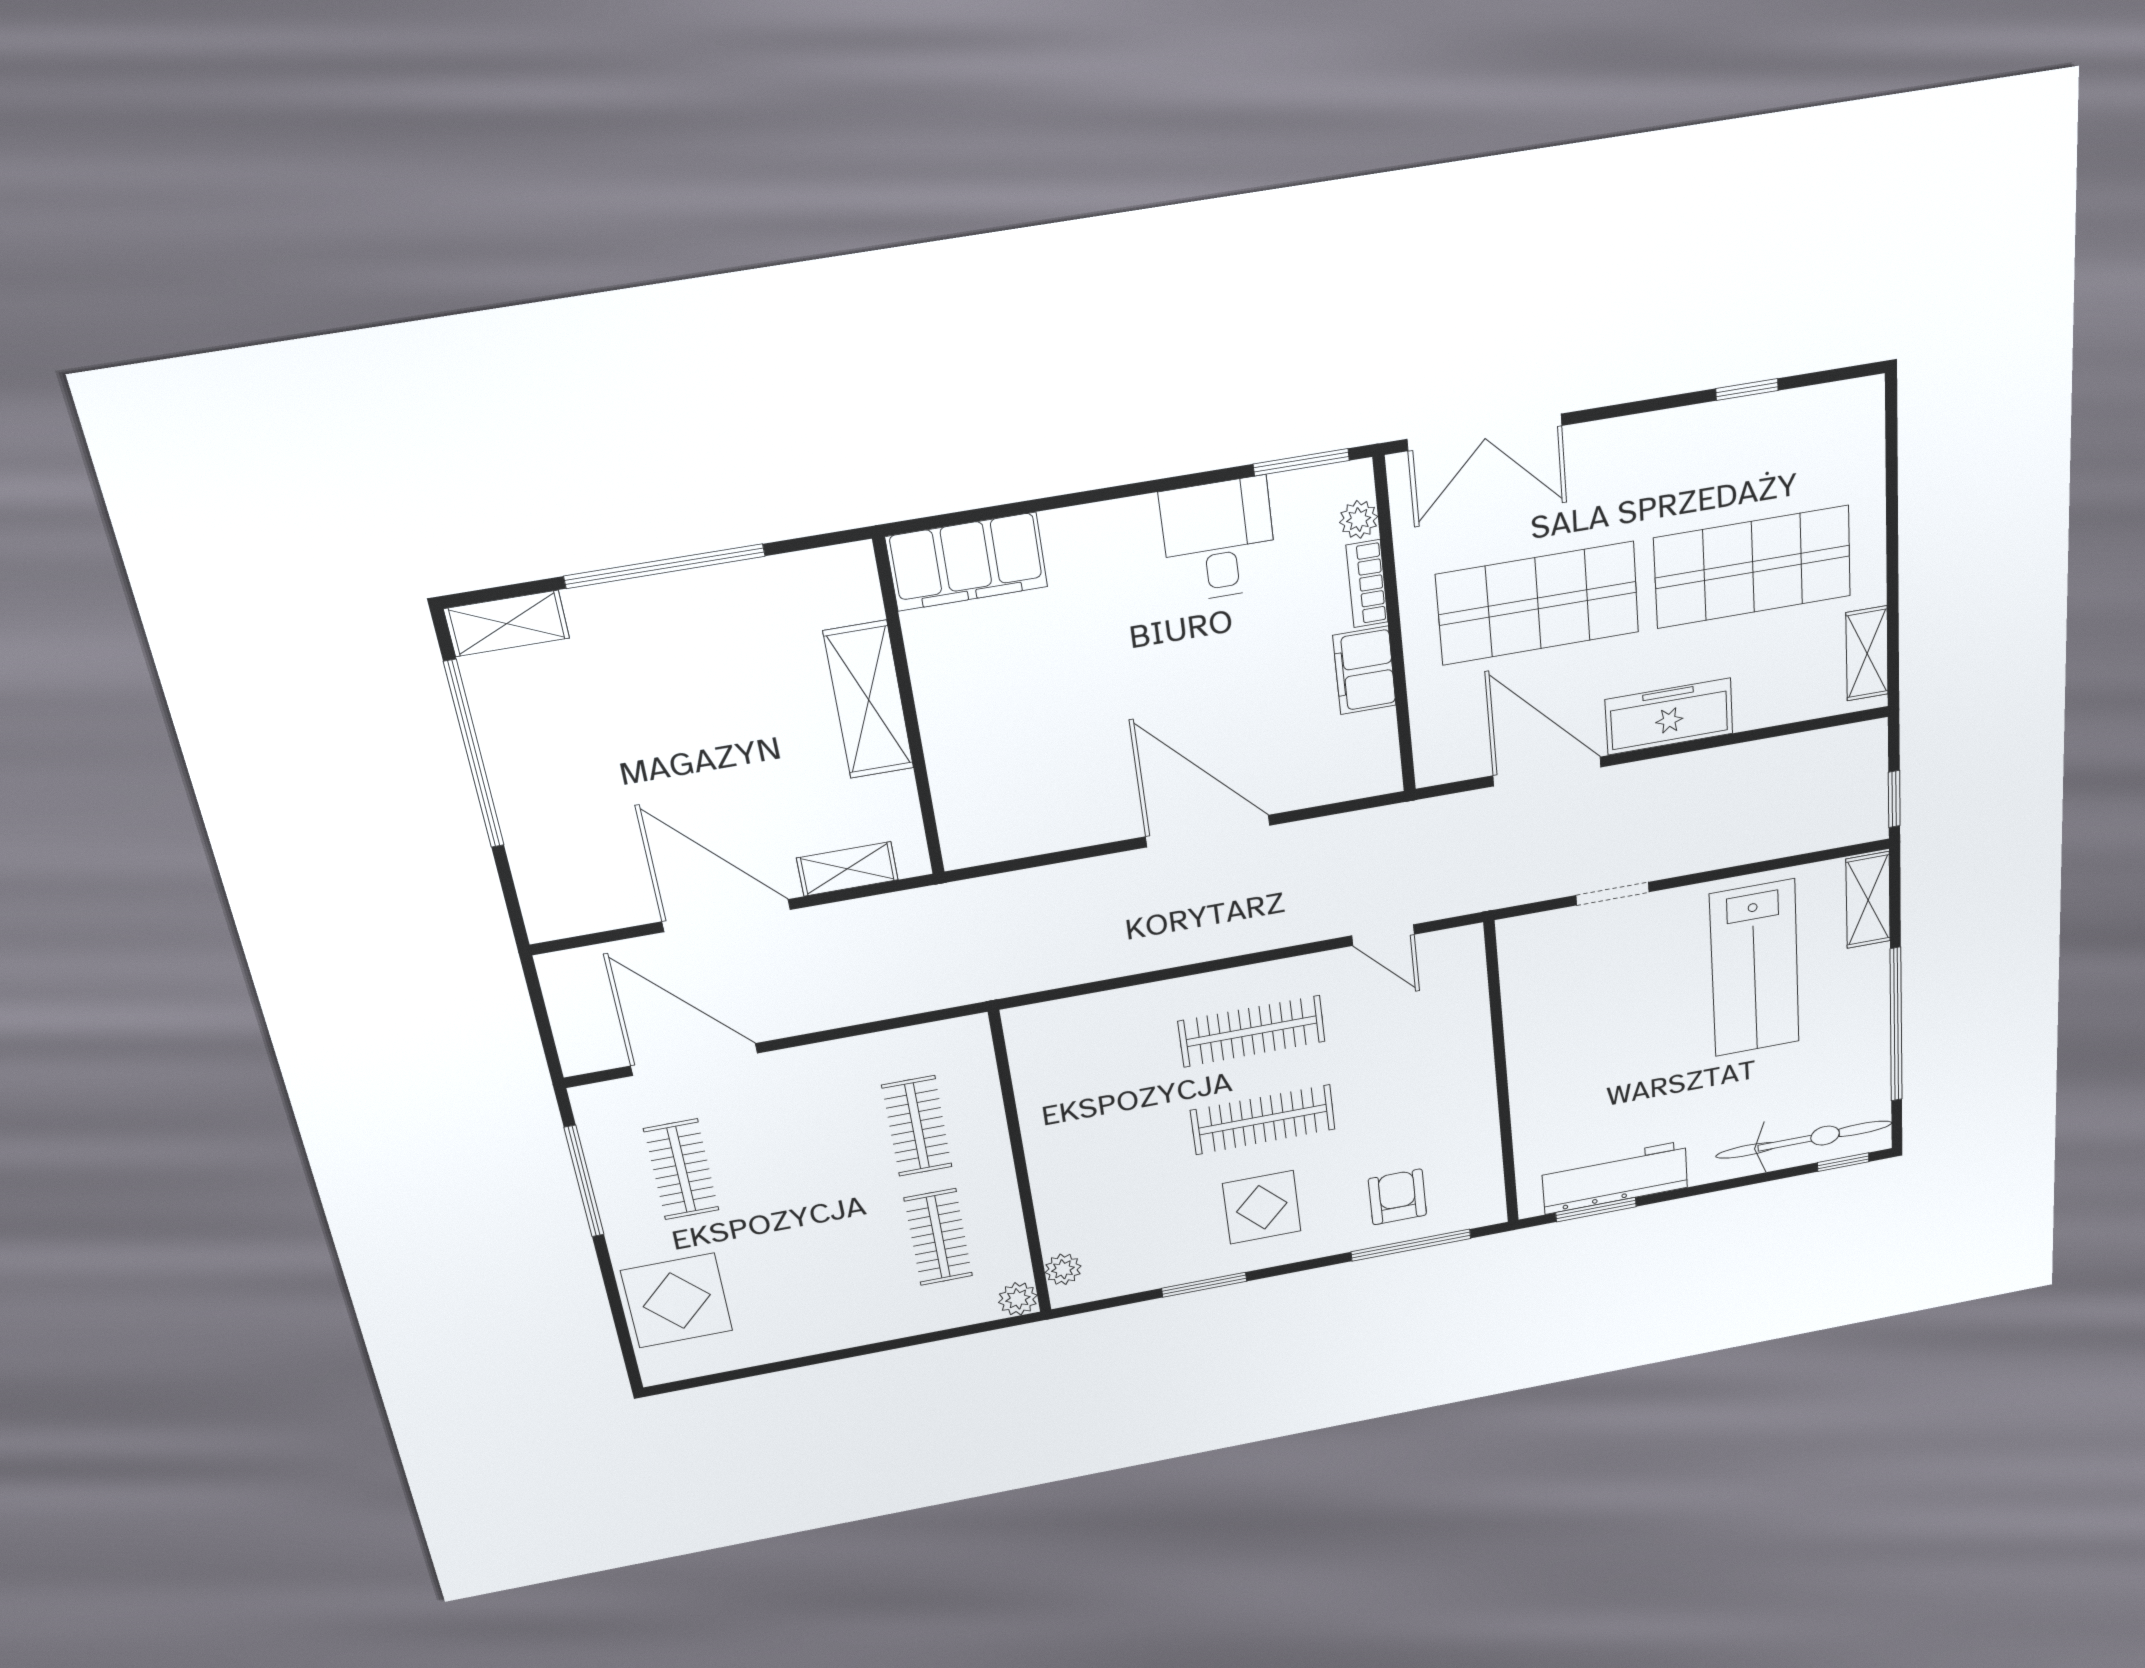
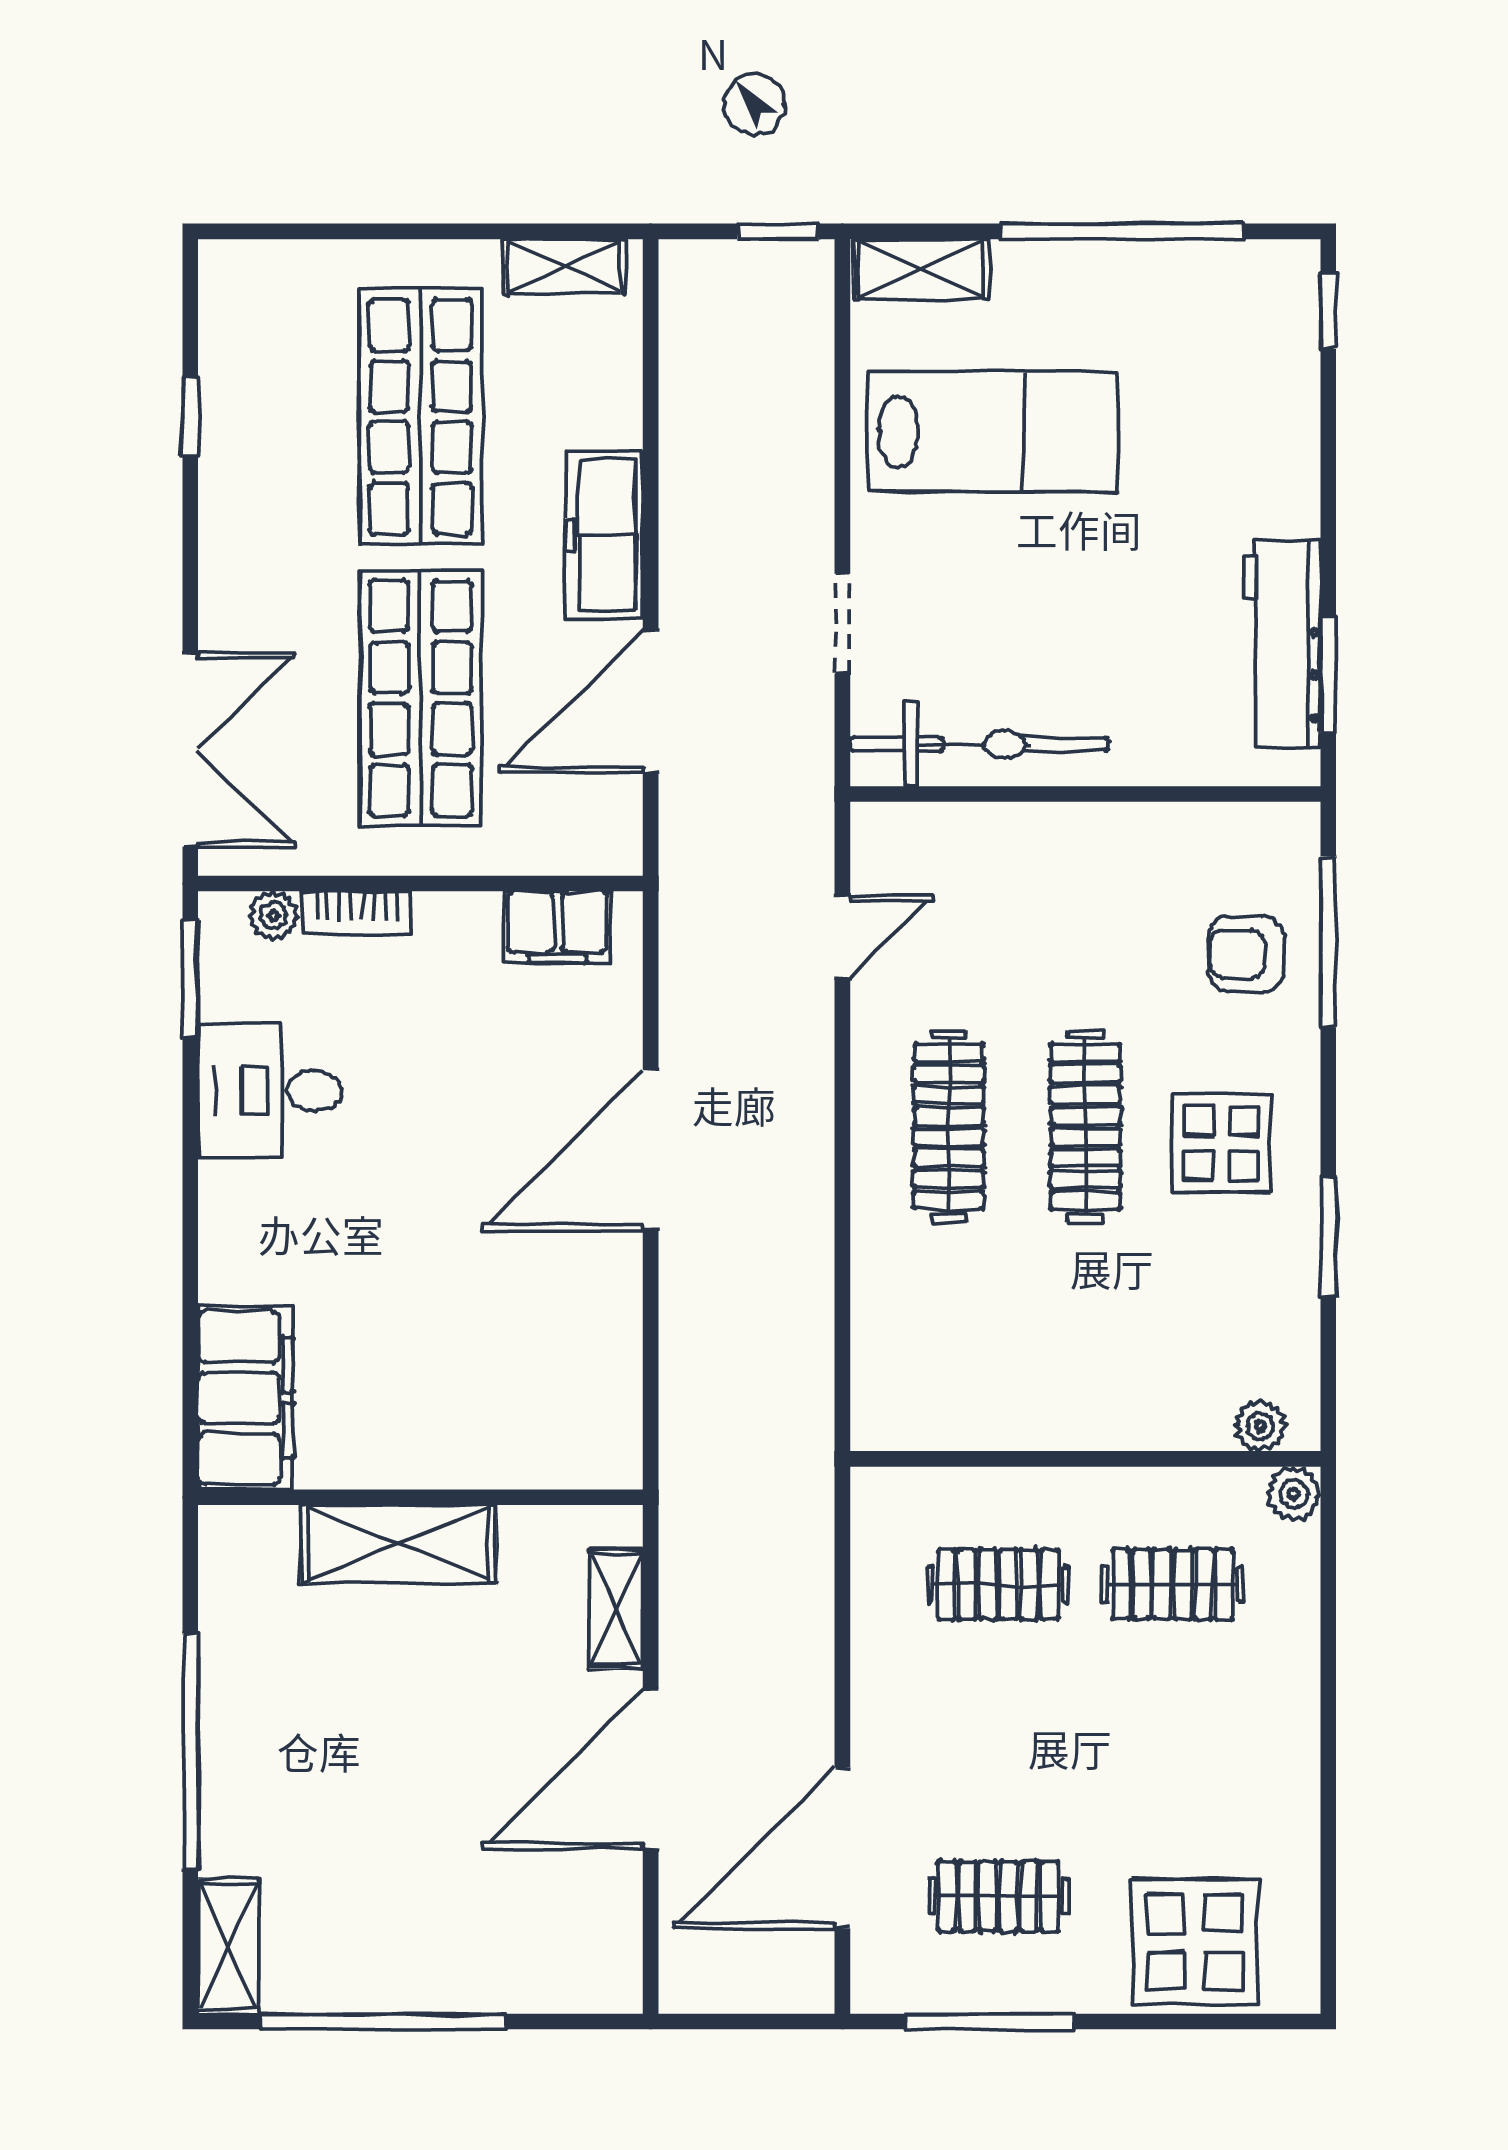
filing cabinet: (1364, 670) -> (558, 927), moved
bicycle: (1804, 1140) -> (979, 744), moved, turned 90

